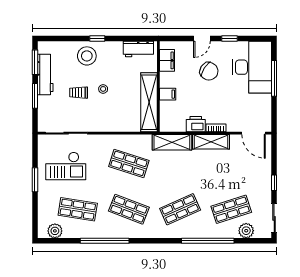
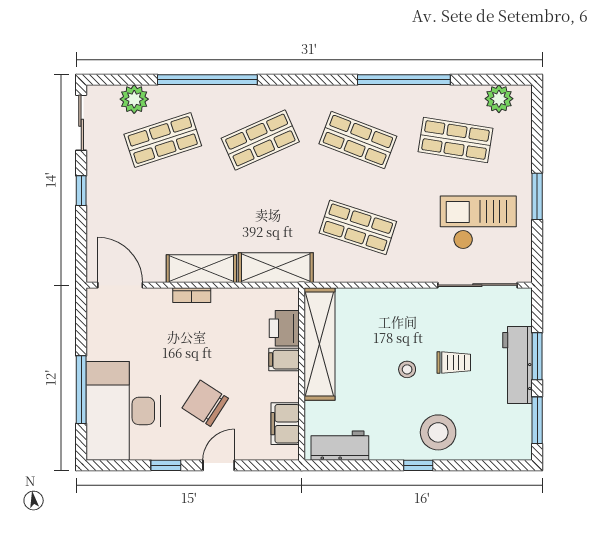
workbench: (45, 74) -> (518, 365), moved
printer: (196, 124) -> (284, 328), moved, turned 90

